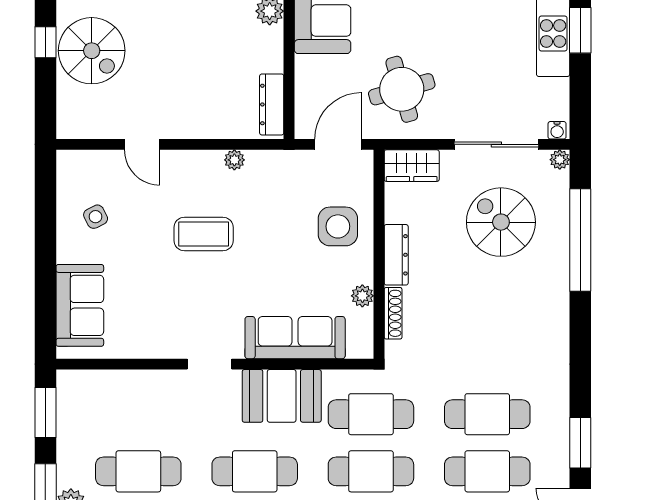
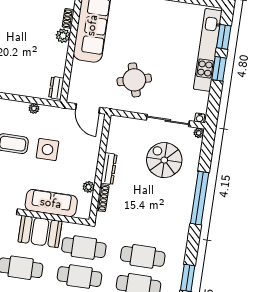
round table: (402, 89) -> (134, 80), moved
dresser: (272, 104) -> (56, 88), width x0.70
door: (338, 144) -> (88, 108), swing flipped
wardrobe: (412, 166) -> (123, 125), removed
side table: (338, 226) -> (47, 150), moved
window: (580, 240) -> (200, 198), moved

